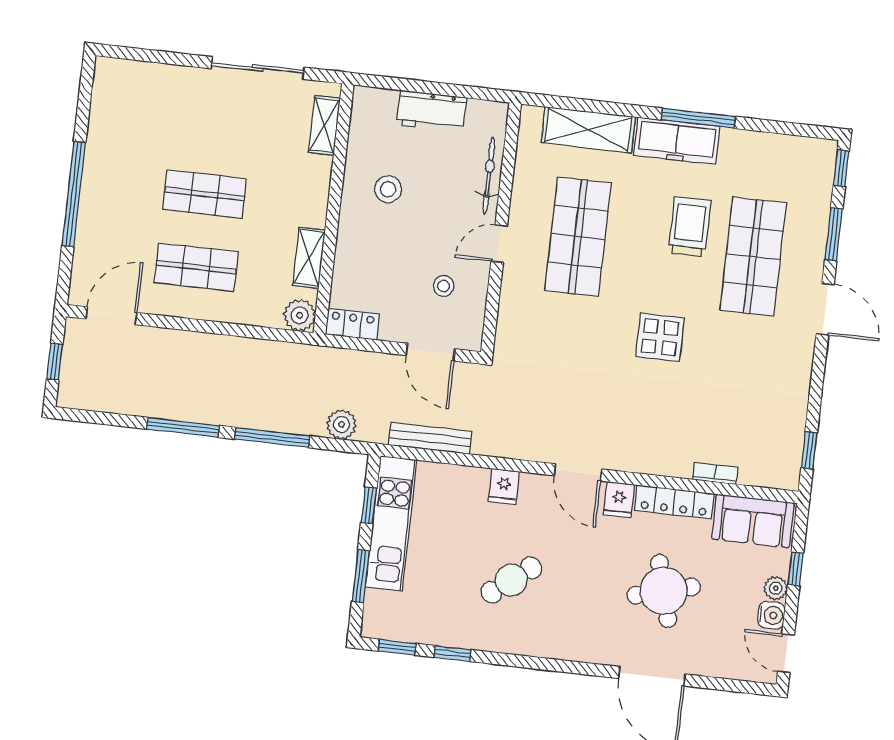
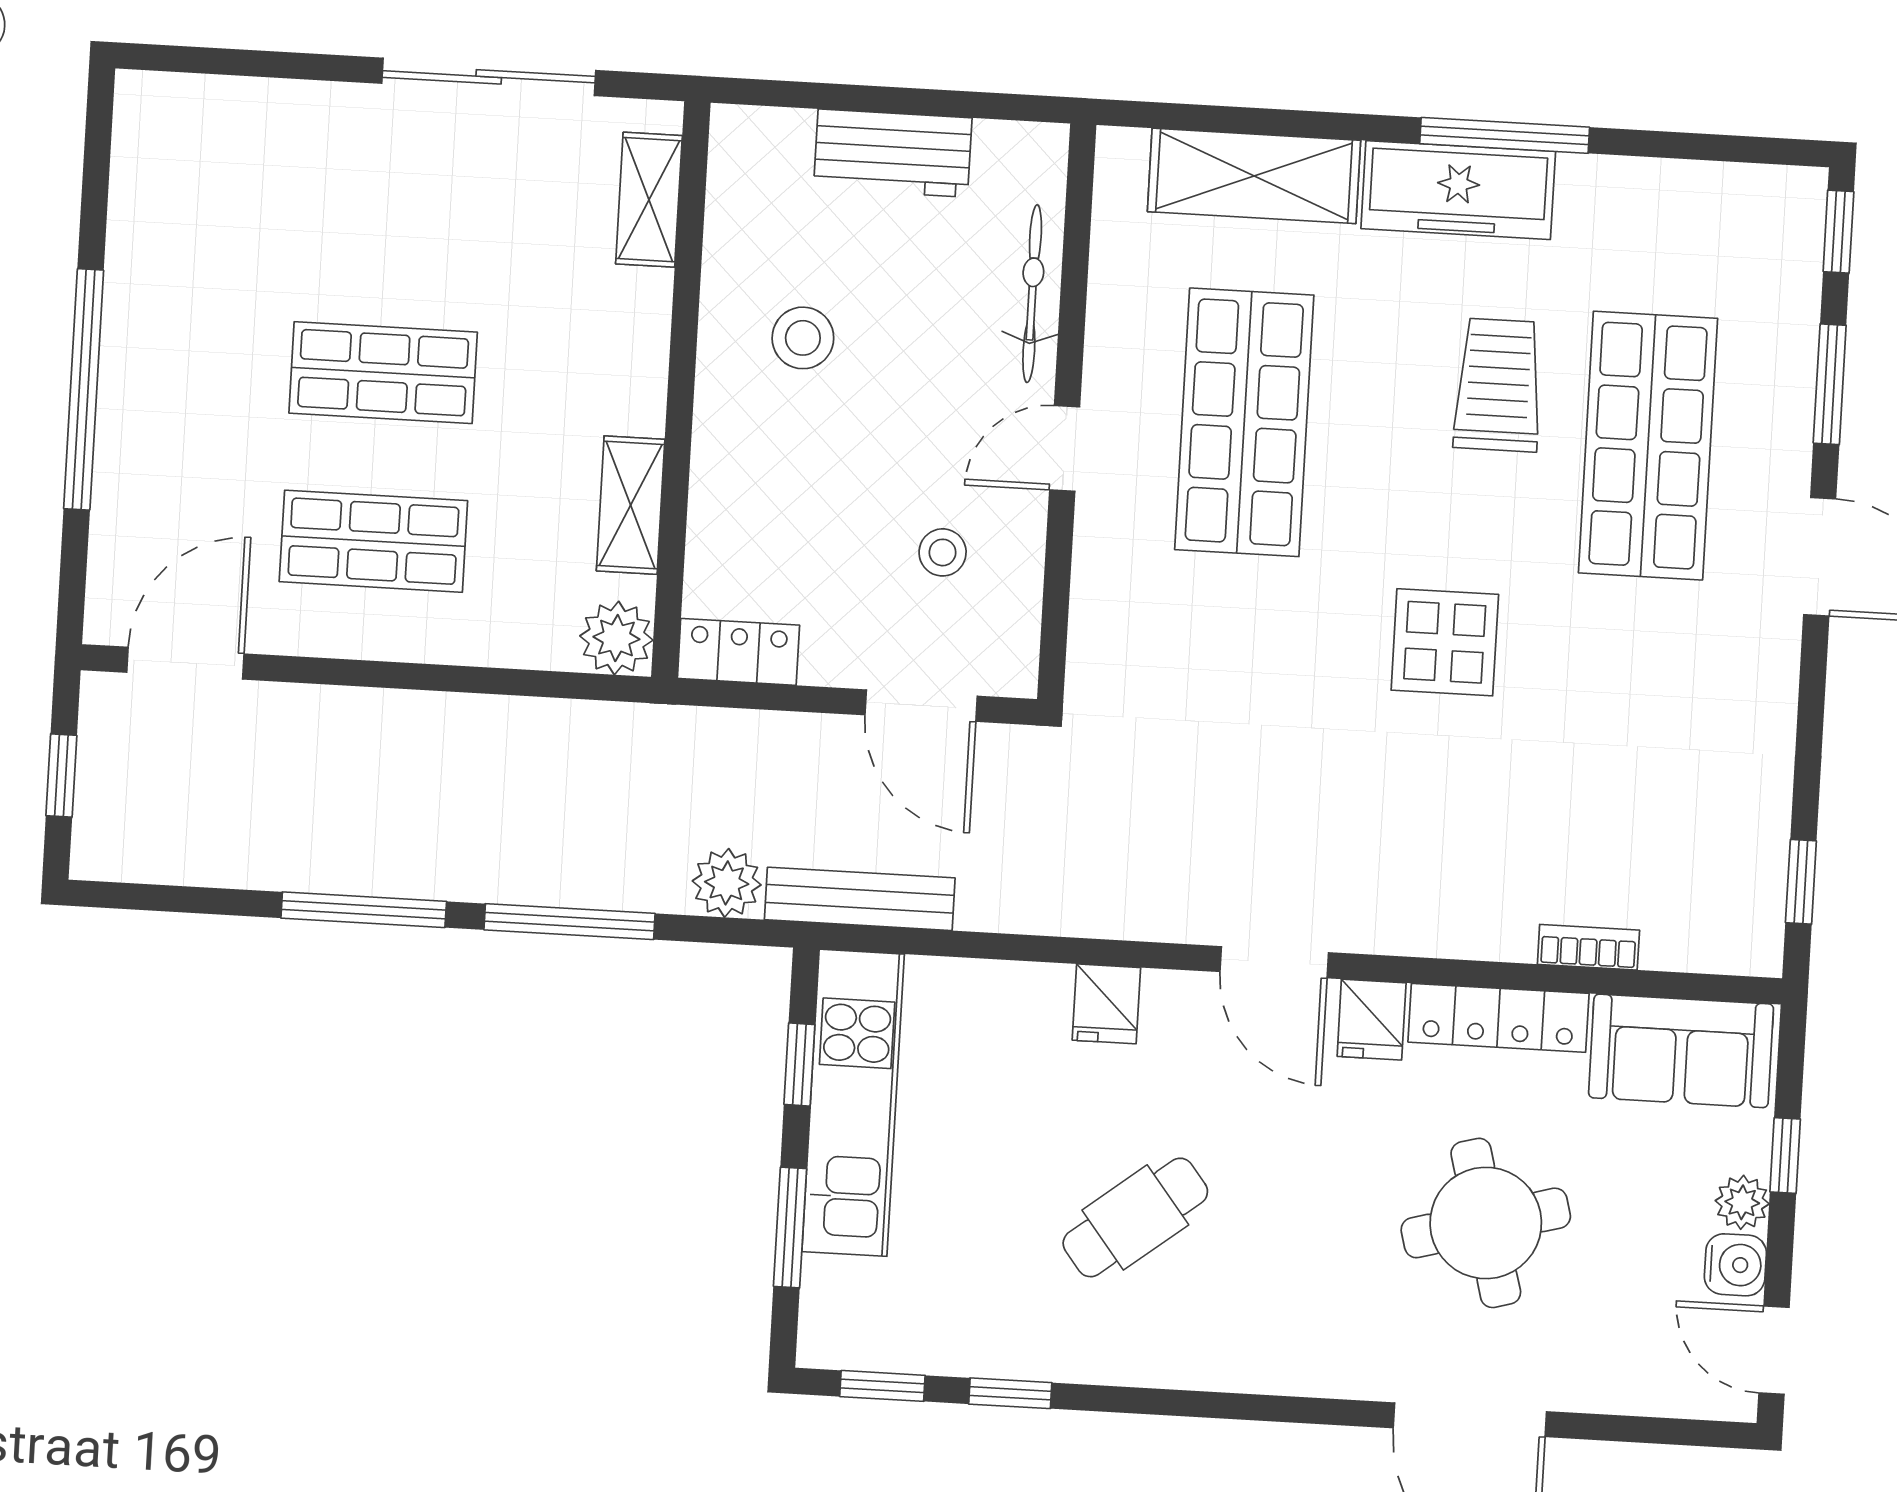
bench: (430, 438) -> (860, 899), moved

